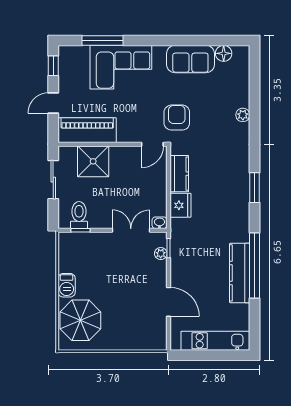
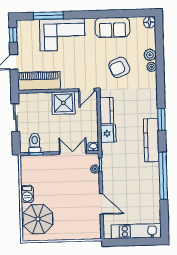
floor lamp: (224, 53) -> (149, 22), moved
plant: (241, 98) -> (150, 55), added
armchair: (177, 118) -> (119, 67), moved, turned -113
shower: (93, 161) -> (63, 103), moved
kitchen counter: (240, 273) -> (151, 140), moved

